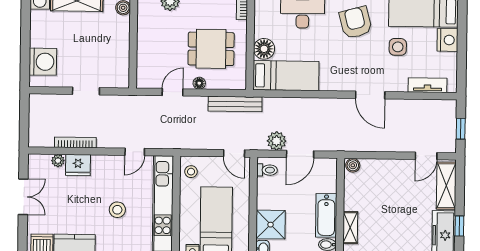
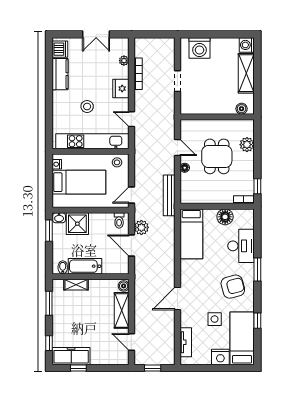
dining table: (211, 49) -> (217, 156), moved
floor lamp: (264, 49) -> (225, 217), moved
fridge: (78, 165) -> (121, 89), moved
shelving: (446, 186) -> (122, 310), moved, turned 90

